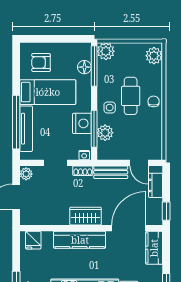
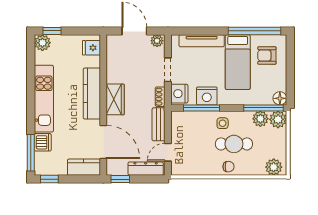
armchair: (41, 63) -> (267, 55), turned -90
floor lamp: (84, 67) -> (280, 98), moved
window: (16, 122) -> (254, 31), moved
plant: (105, 133) -> (260, 119), moved
nightstand: (84, 155) -> (179, 94), width x1.89, depth x1.79
dresser: (156, 185) -> (146, 169), width x1.44

